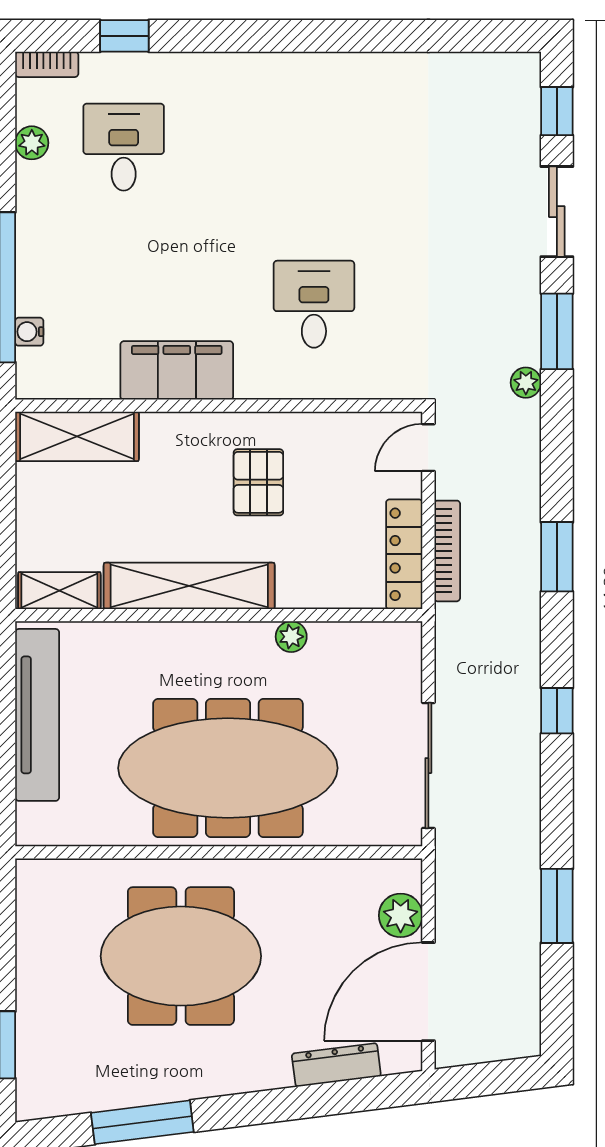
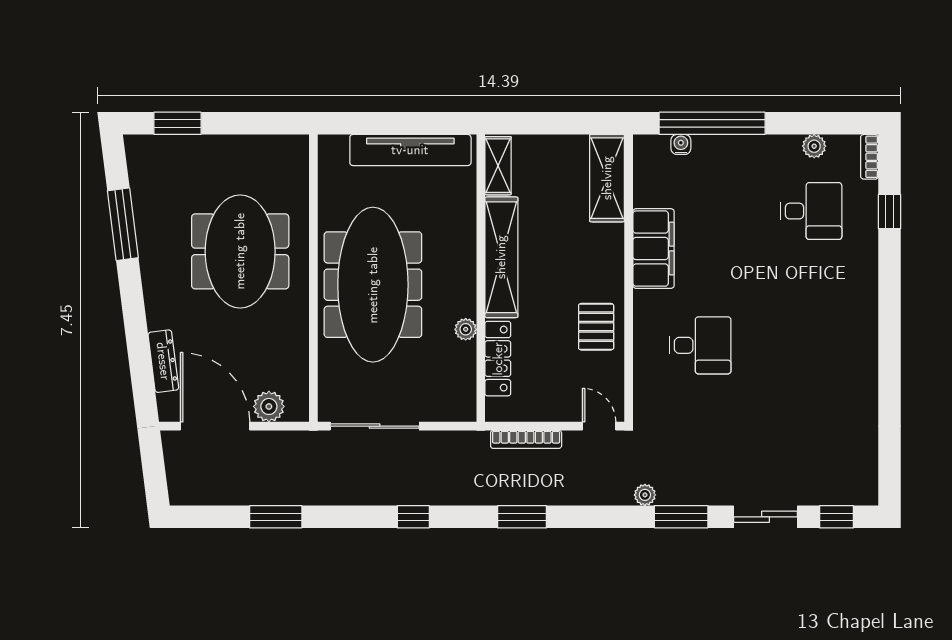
pallet: (258, 482) -> (596, 327), moved, turned 90
locker: (404, 554) -> (498, 359), moved, turned 90

